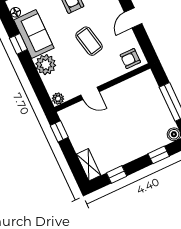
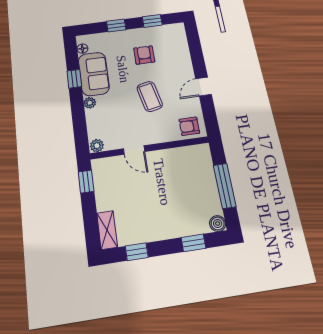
plant: (46, 65) -> (90, 103), width x0.53, depth x0.53

